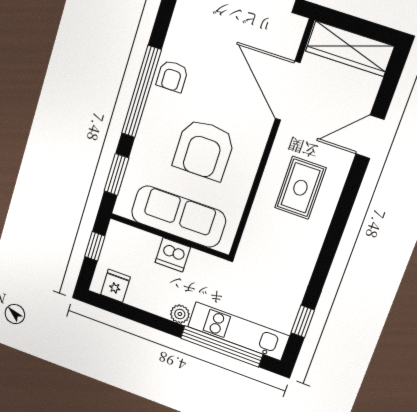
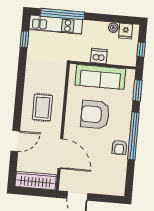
armchair: (172, 76) -> (119, 147), turned 180
armchair: (204, 150) -> (95, 115), turned -90
plant: (180, 314) -> (113, 28), moved

